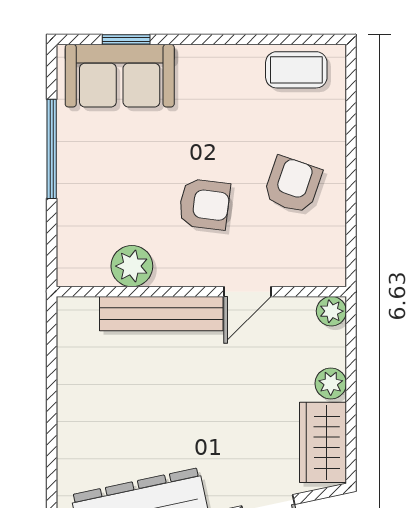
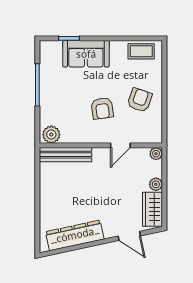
sofa: (120, 76) -> (86, 54), moved
armchair: (204, 204) -> (102, 108), turned 75
plant: (132, 266) -> (51, 135), moved
bench: (161, 314) -> (66, 155), moved

